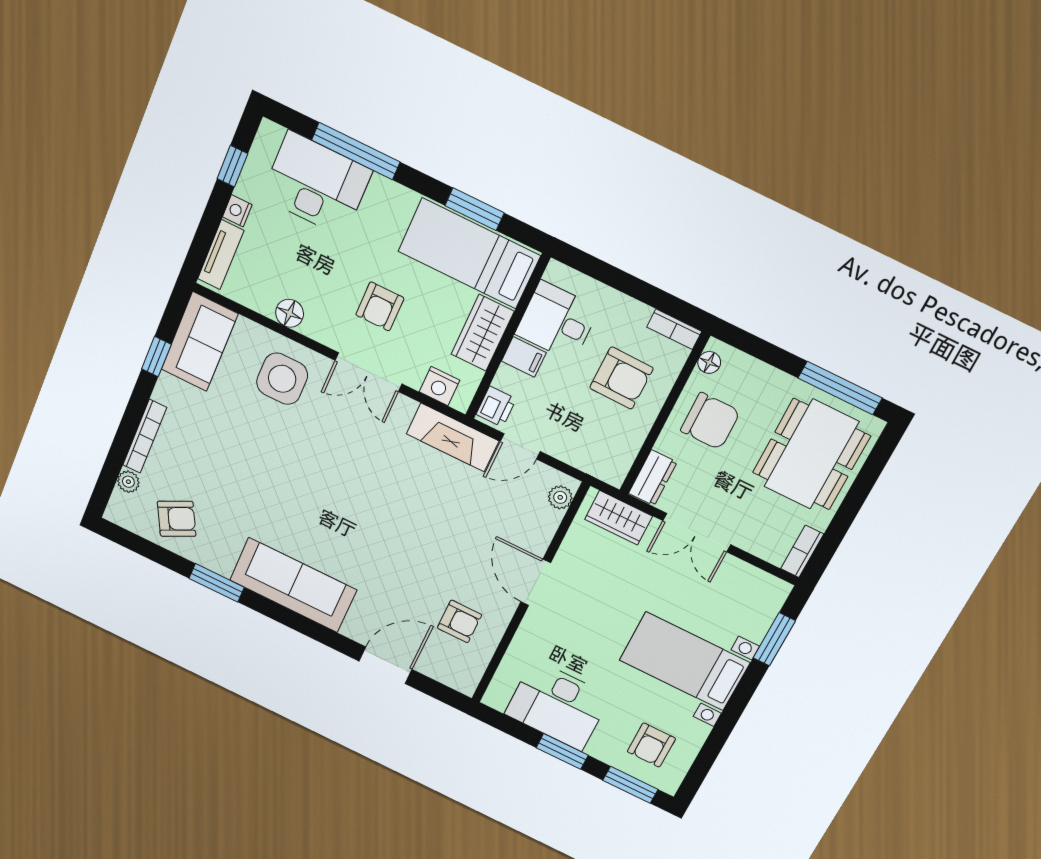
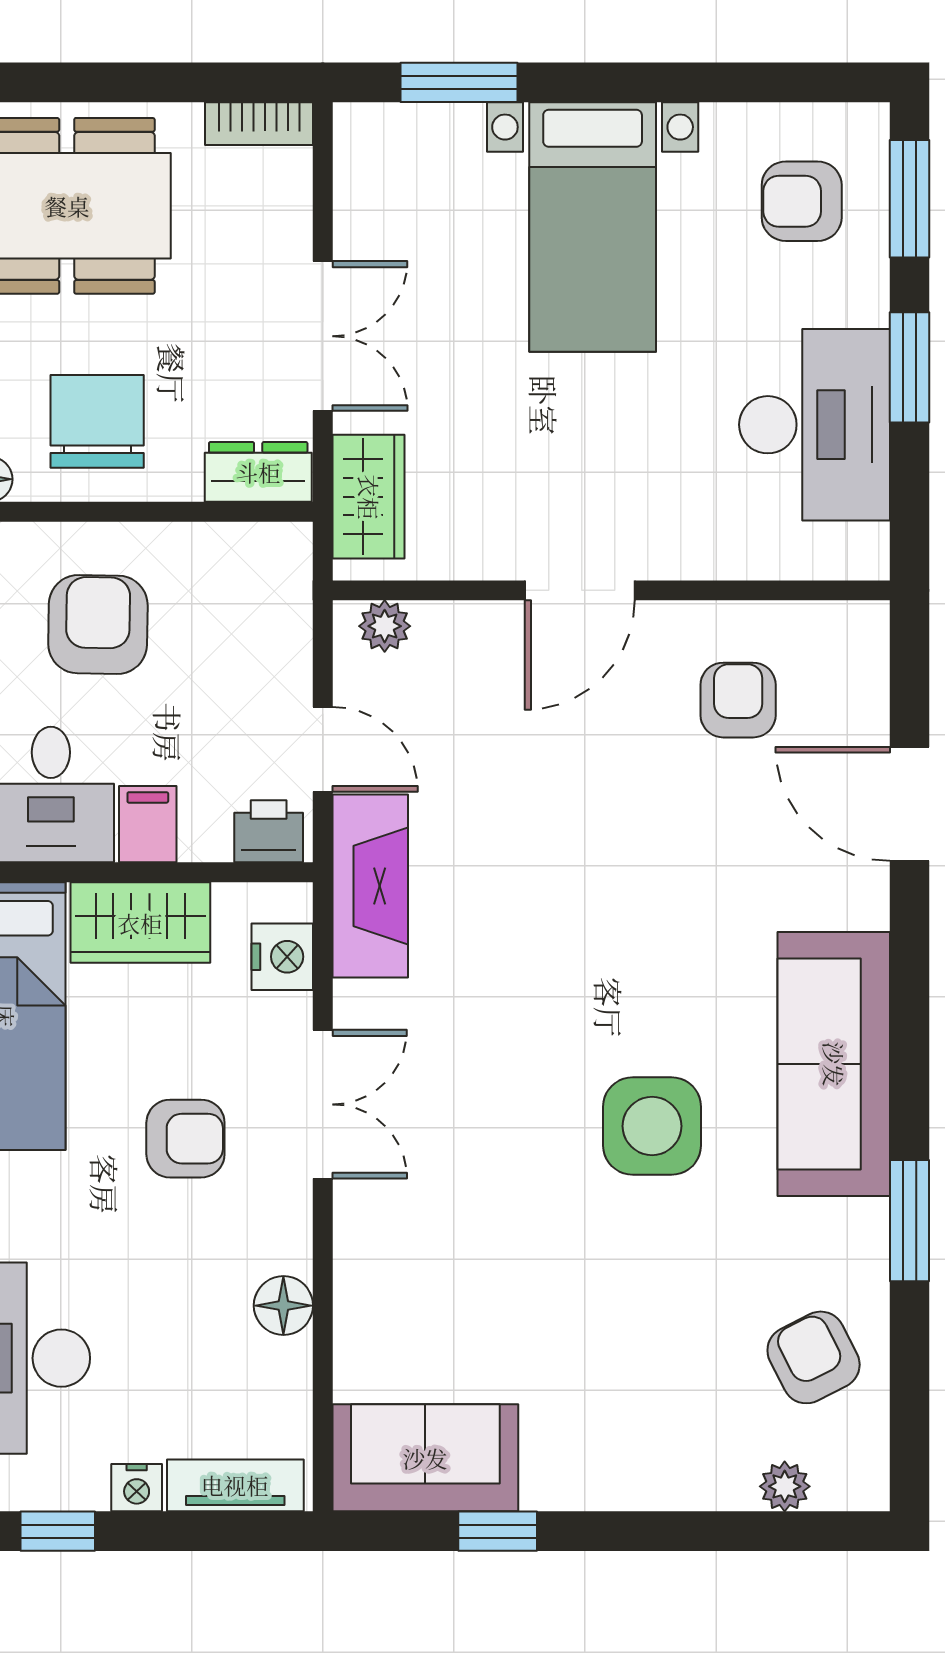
side table: (282, 379) -> (652, 1126), moved
bookcase: (145, 436) -> (672, 1490), removed
armchair: (651, 745) -> (802, 201), turned 180

